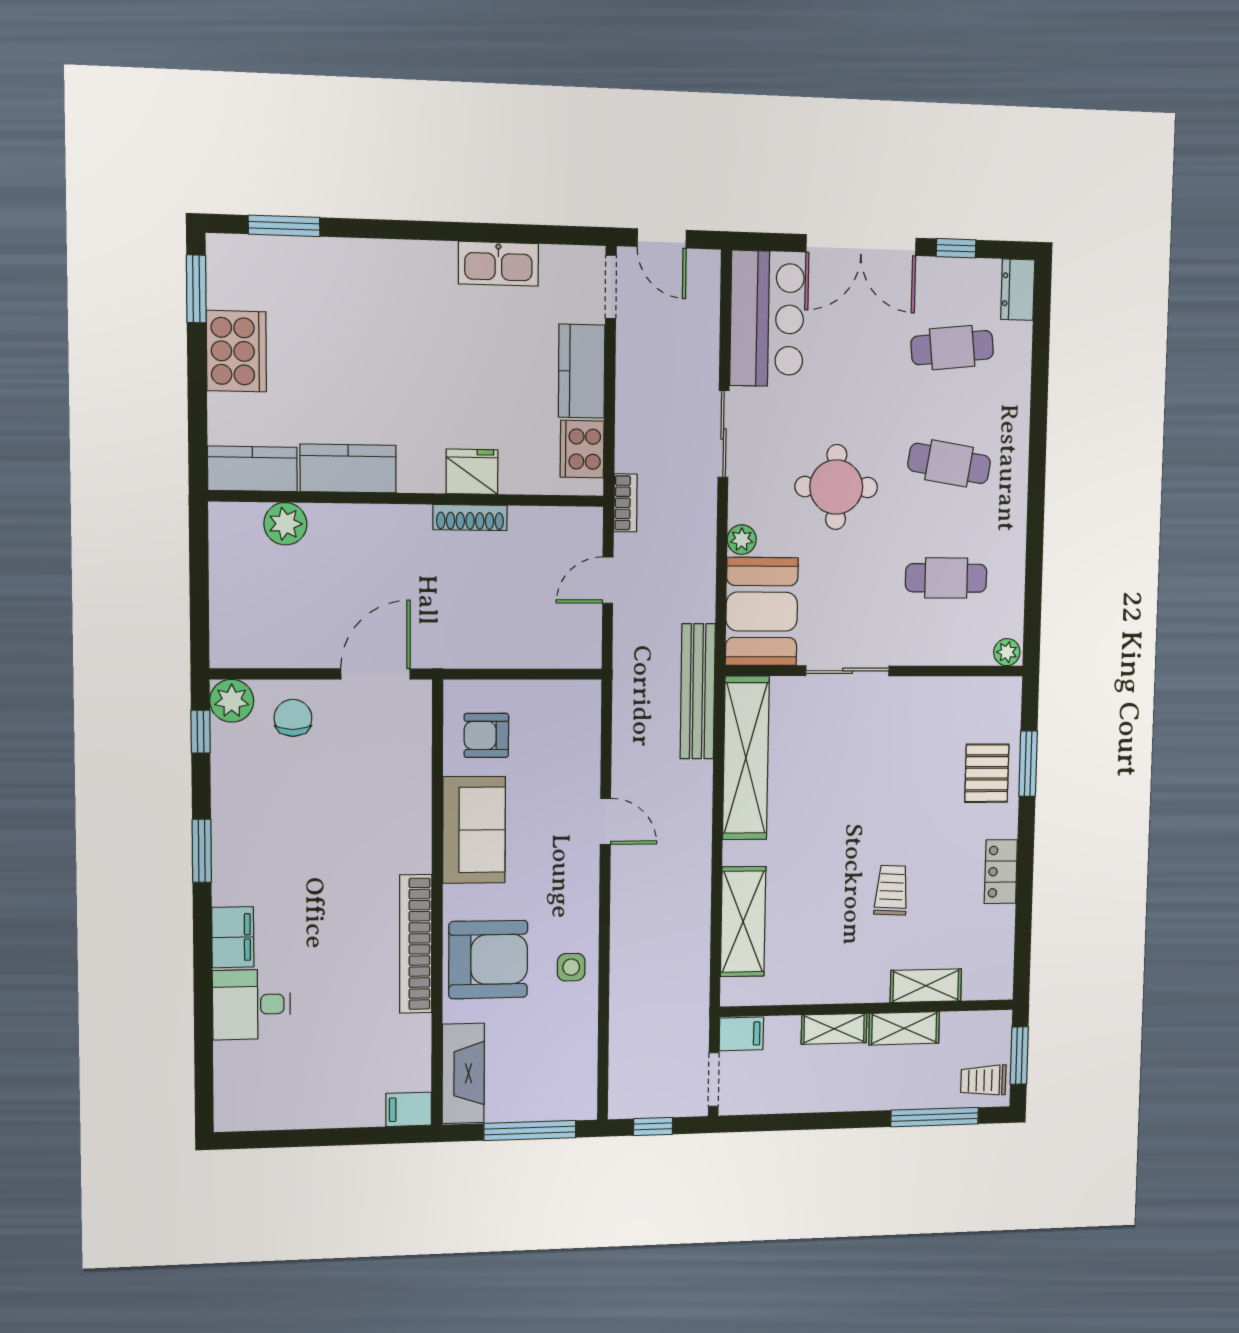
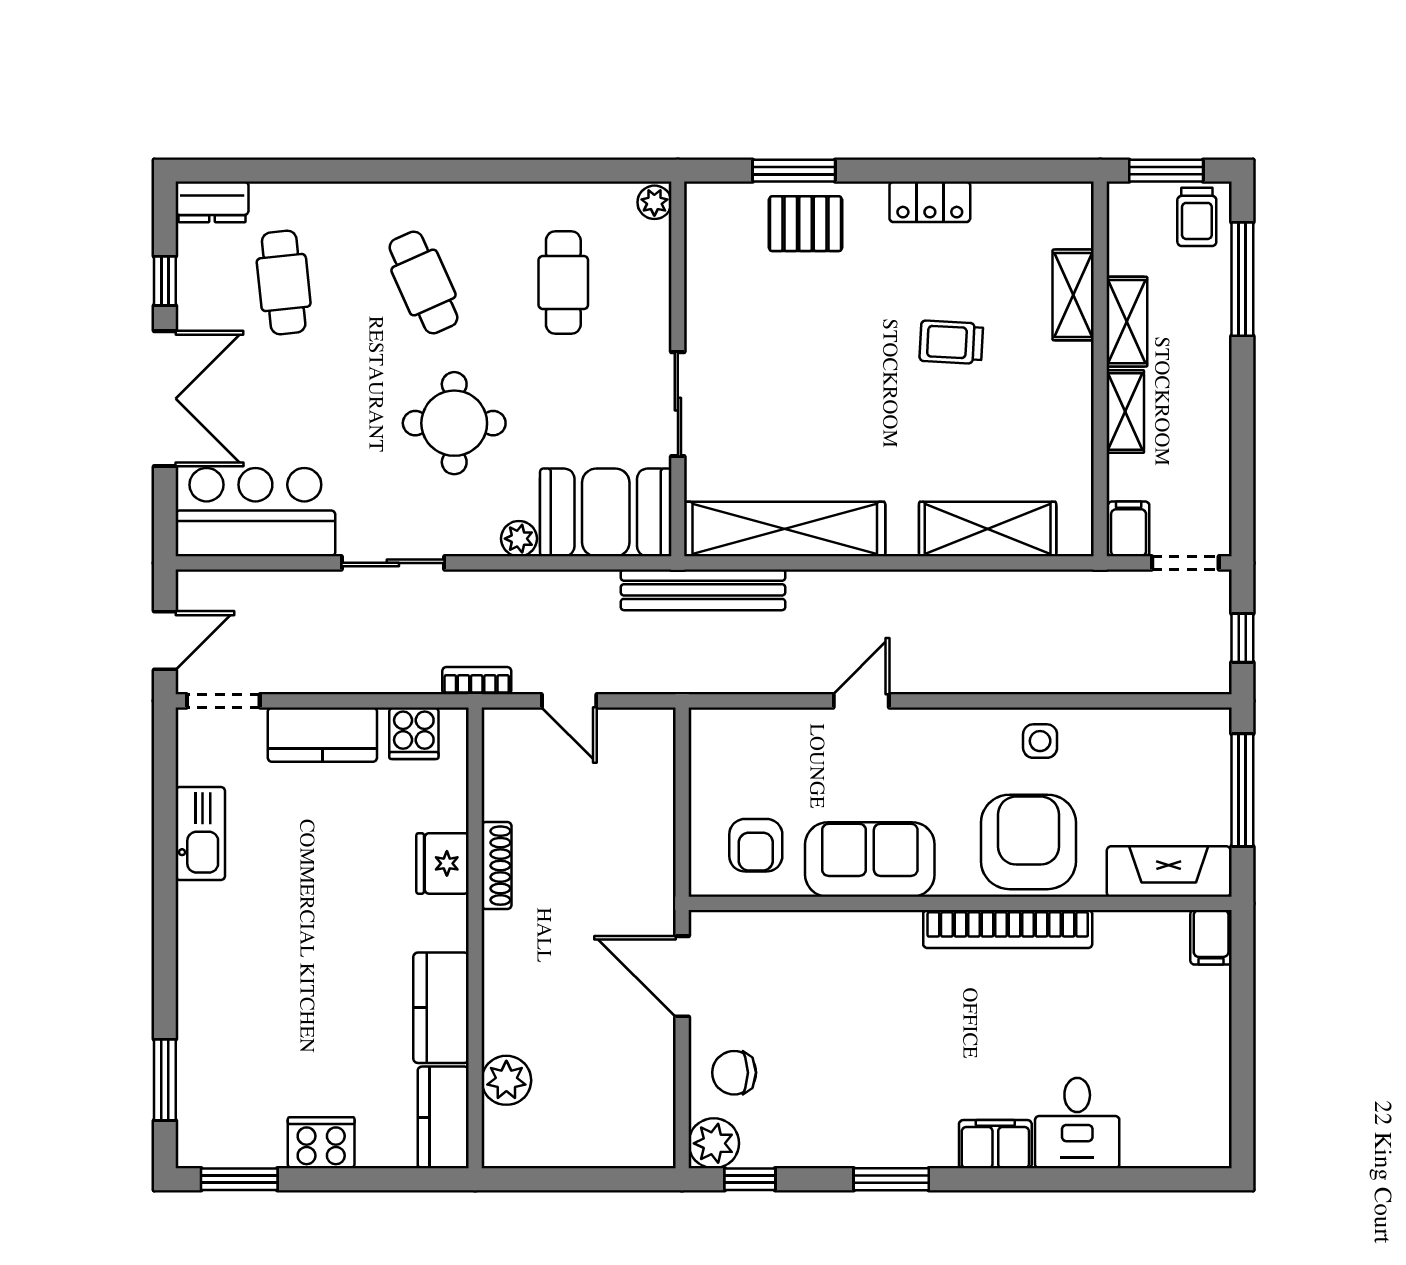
cooker: (236, 351) -> (321, 1143), width x0.73, depth x0.76
cooker: (582, 449) -> (414, 733), width x0.73
cafe table: (949, 463) -> (423, 283), turned -33

